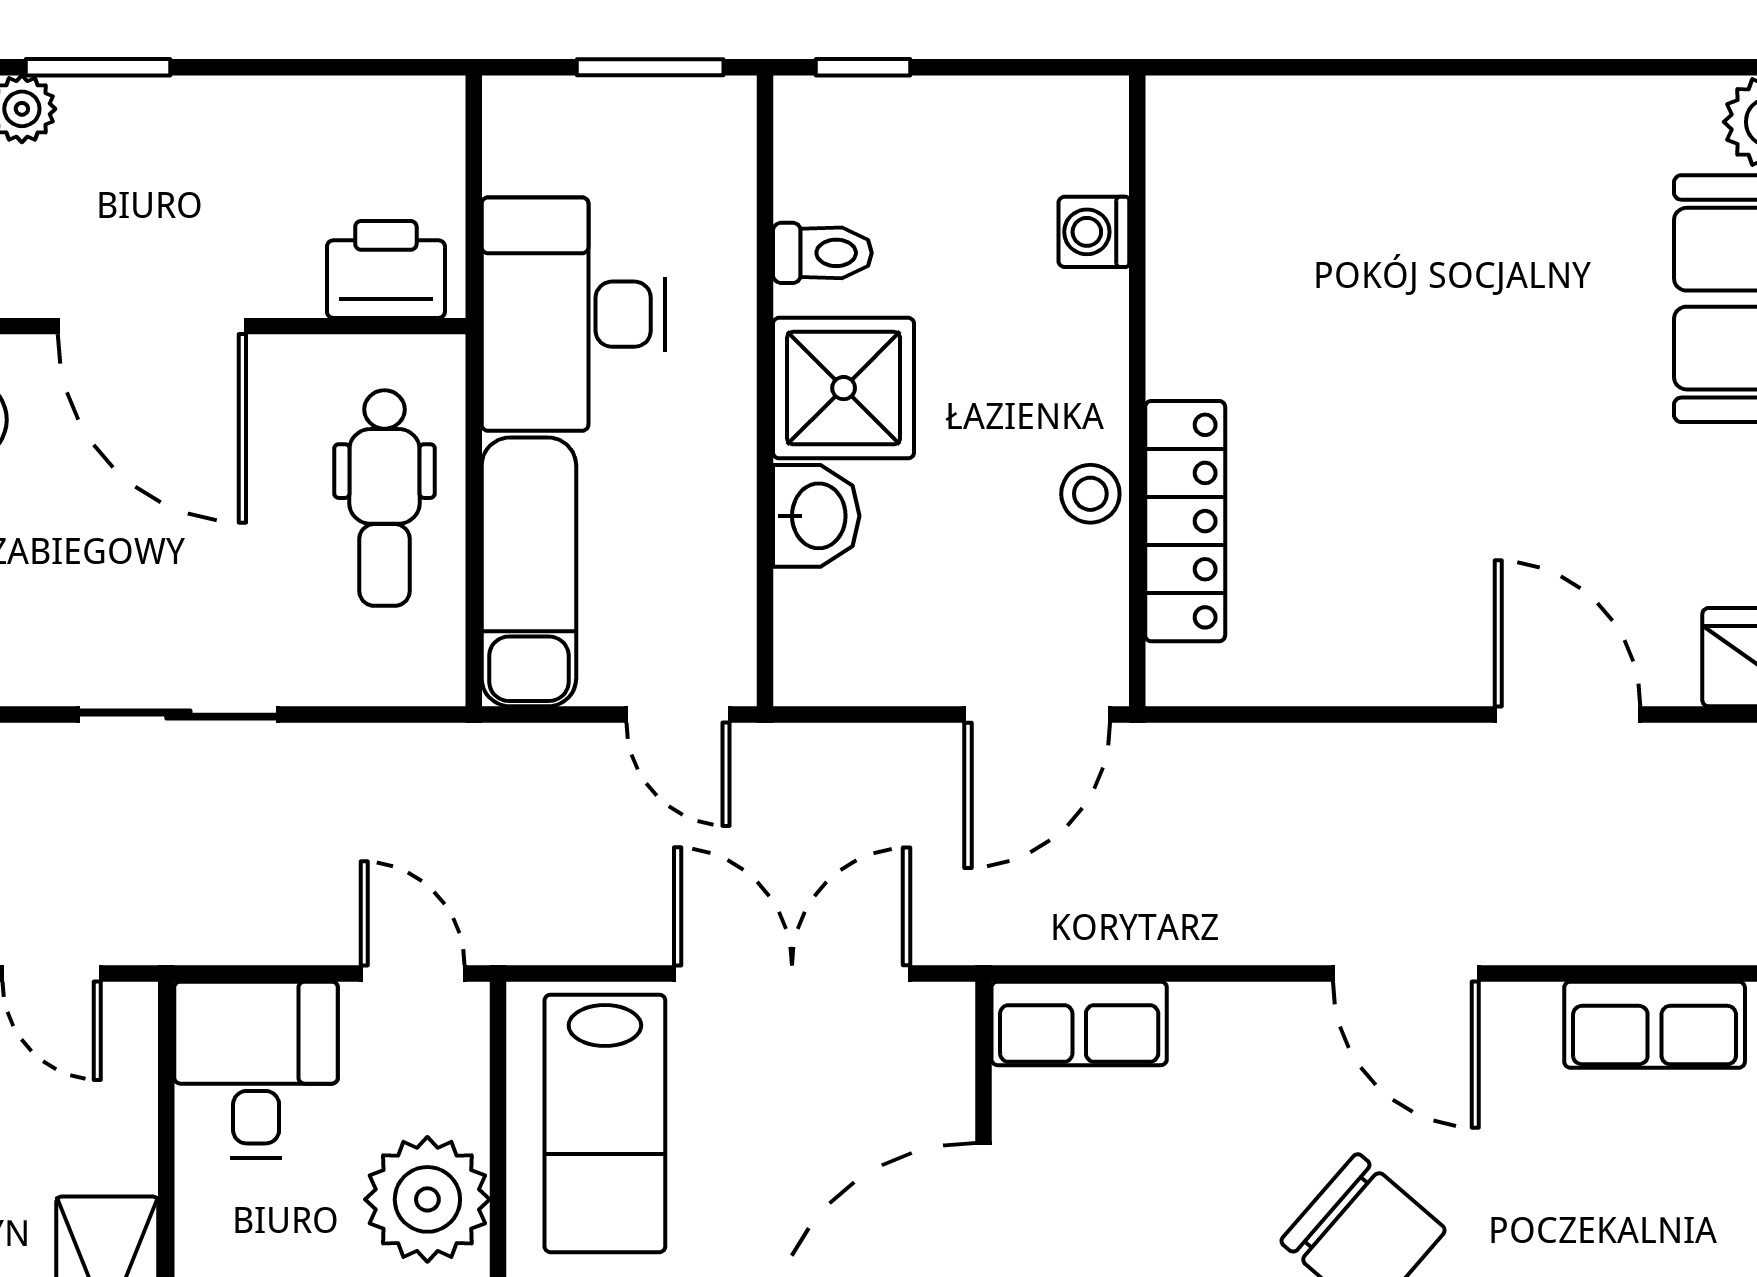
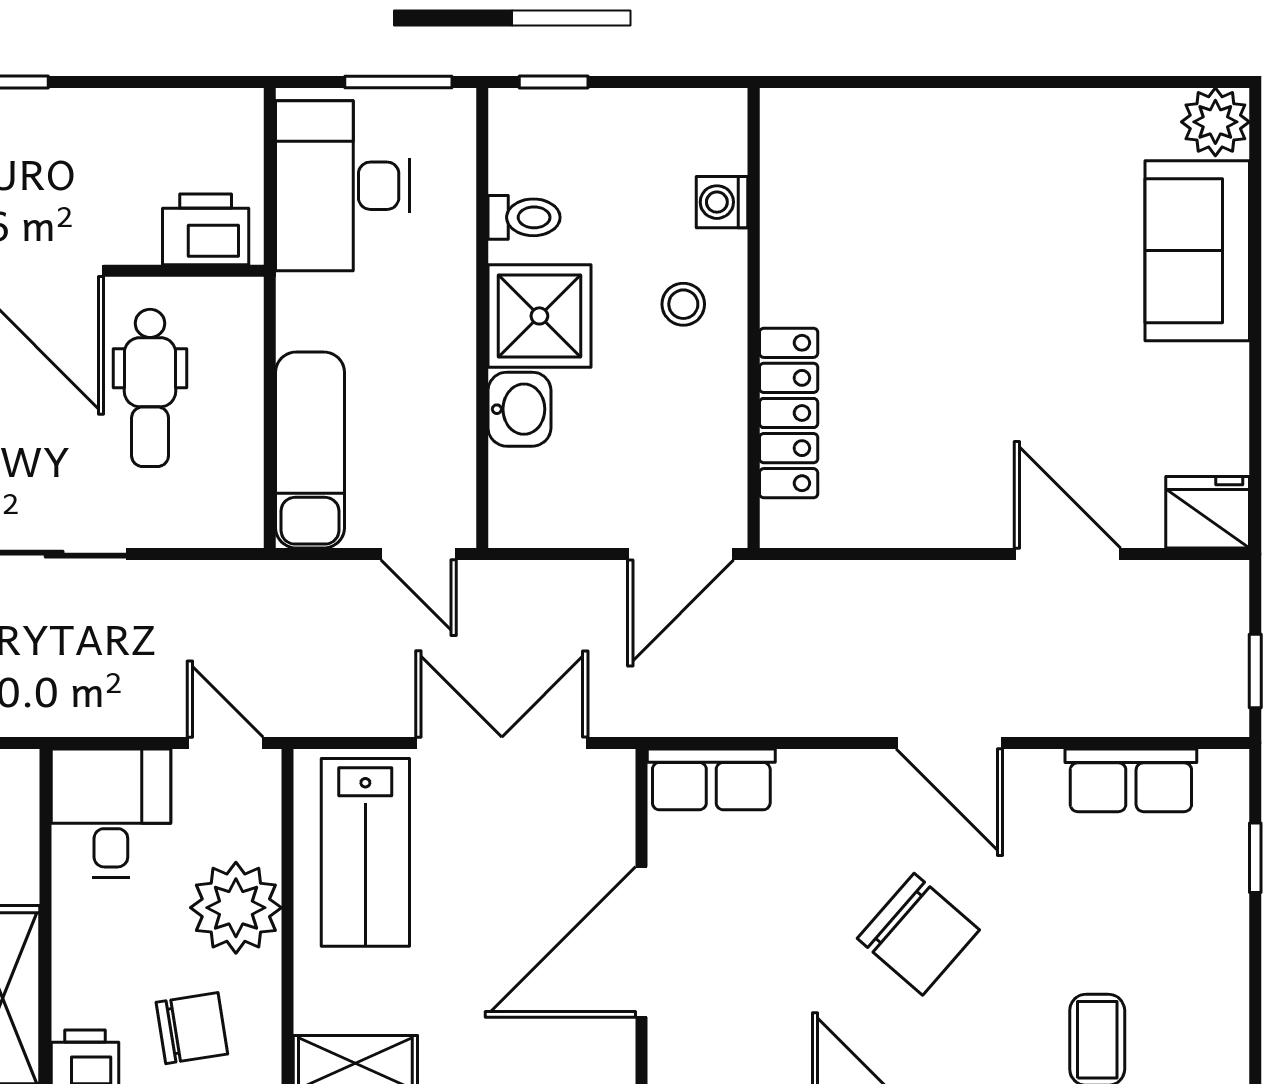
desk: (574, 314) -> (343, 186), moved
stool: (1090, 494) -> (683, 304), moved
dental chair: (384, 498) -> (150, 388), moved

